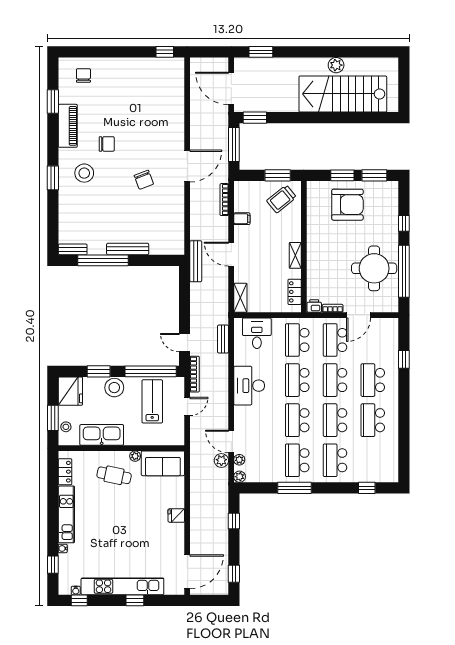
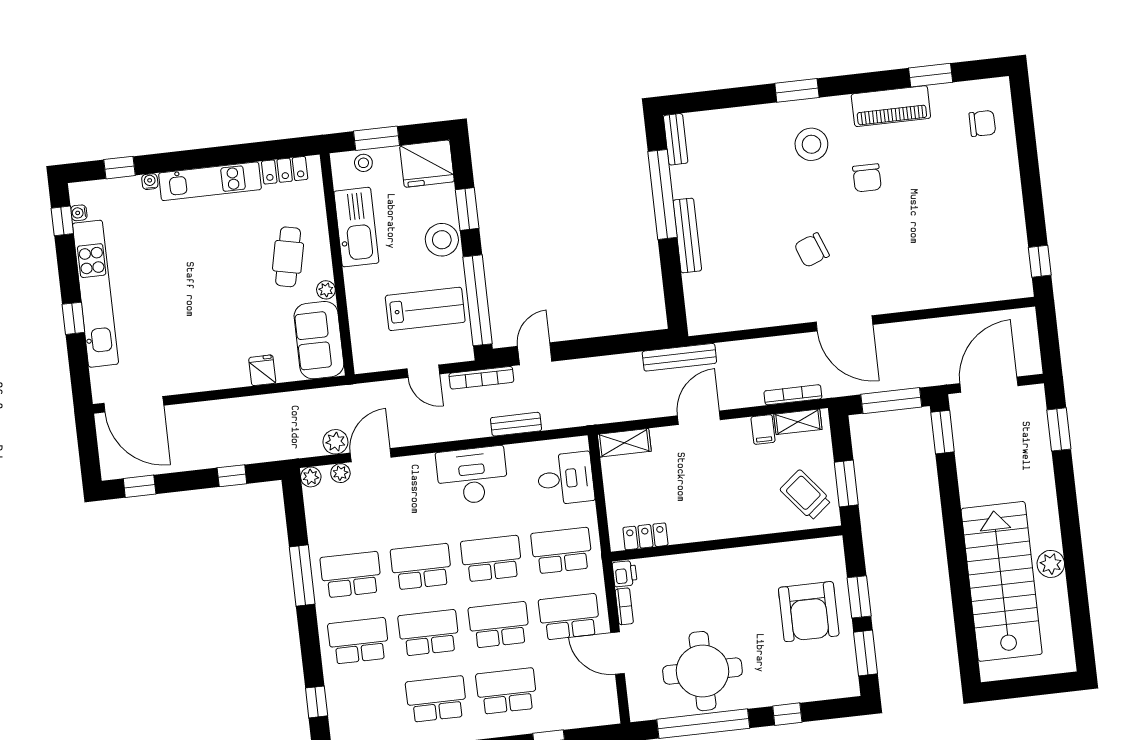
shelving: (295, 255) -> (798, 422), moved
bench: (223, 339) -> (516, 424), moved
fridge: (176, 515) -> (262, 370), moved

